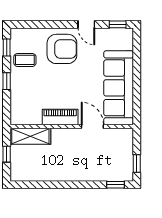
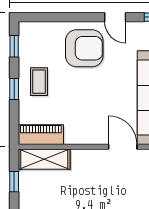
coffee table: (25, 60) -> (39, 82), moved, turned 90
piano: (60, 117) -> (41, 135), moved

